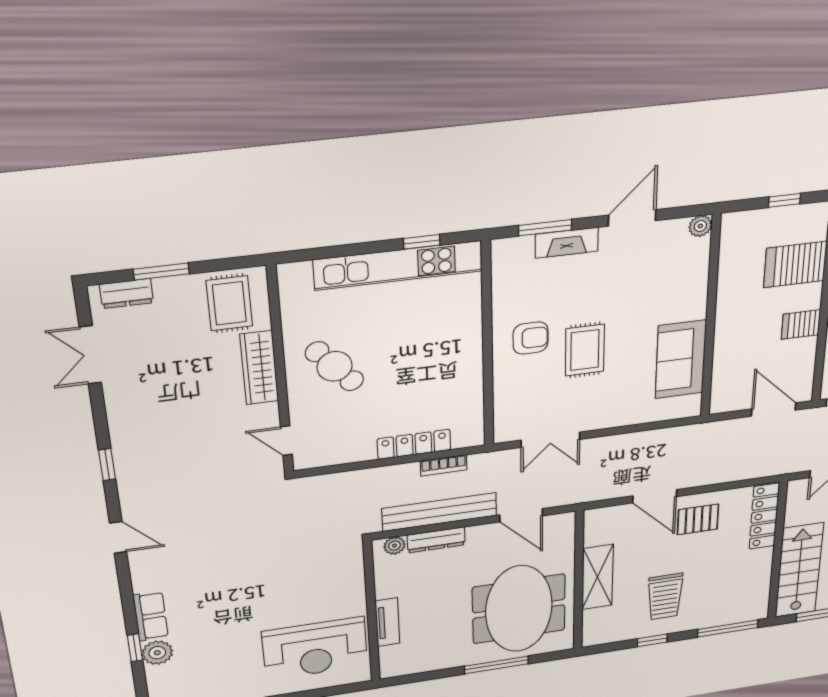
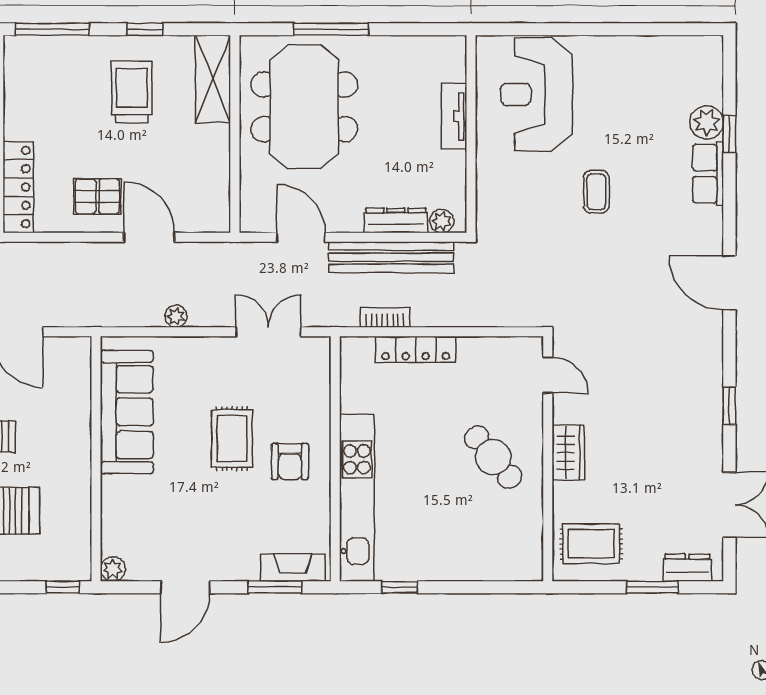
window: (784, 200) -> (62, 587), moved
fireplace: (567, 243) -> (293, 568), moved
kitchen unit: (398, 265) -> (357, 498), moved, turned 90
rug: (229, 303) -> (591, 544), turned 90
armchair: (531, 338) -> (290, 462), turned -90
sofa: (681, 359) -> (127, 412), width x1.36
wardrobe: (259, 368) -> (568, 453), width x0.67
plant: (633, 440) -> (176, 316), added
window: (107, 465) -> (729, 406), moved
door: (118, 537) -> (729, 283), width x1.38
shelving: (598, 577) -> (213, 79), moved
coffee table: (254, 588) -> (596, 192), added
reception desk: (315, 649) -> (537, 94), turned -90

